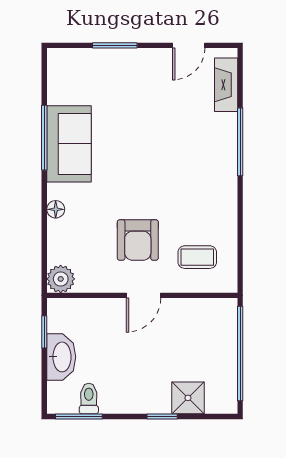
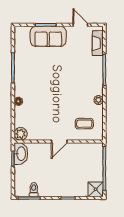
door: (189, 45) -> (80, 25), swing flipped
sofa: (69, 144) -> (48, 36), moved, turned 90
plant: (228, 206) -> (99, 100), added
armchair: (138, 240) -> (57, 116), removed
washbasin: (61, 357) -> (21, 154), moved
shower: (188, 398) -> (96, 189), moved

